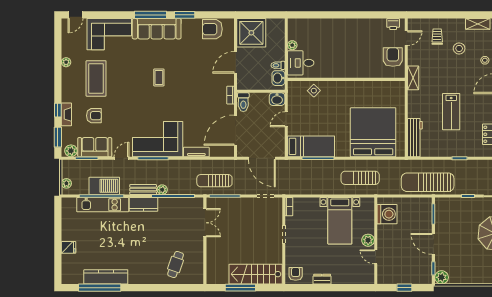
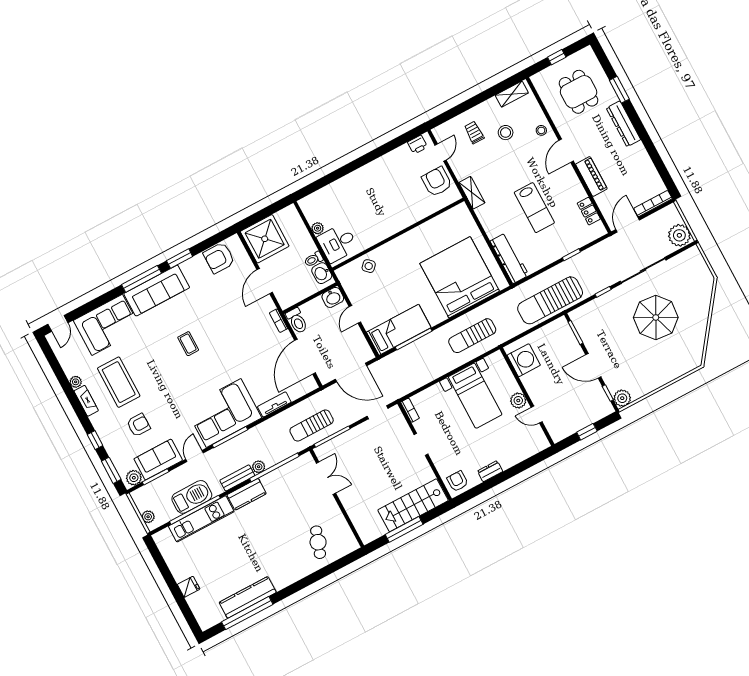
fireplace: (66, 114) -> (86, 401), moved

